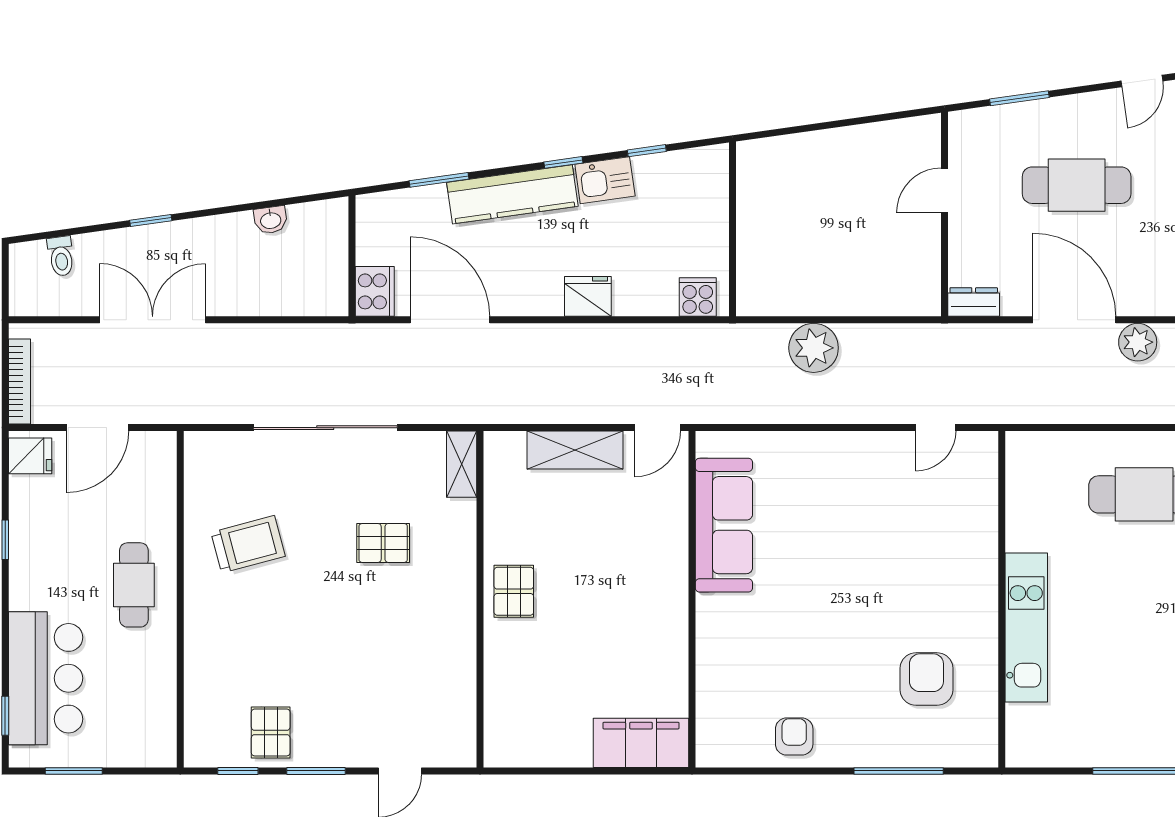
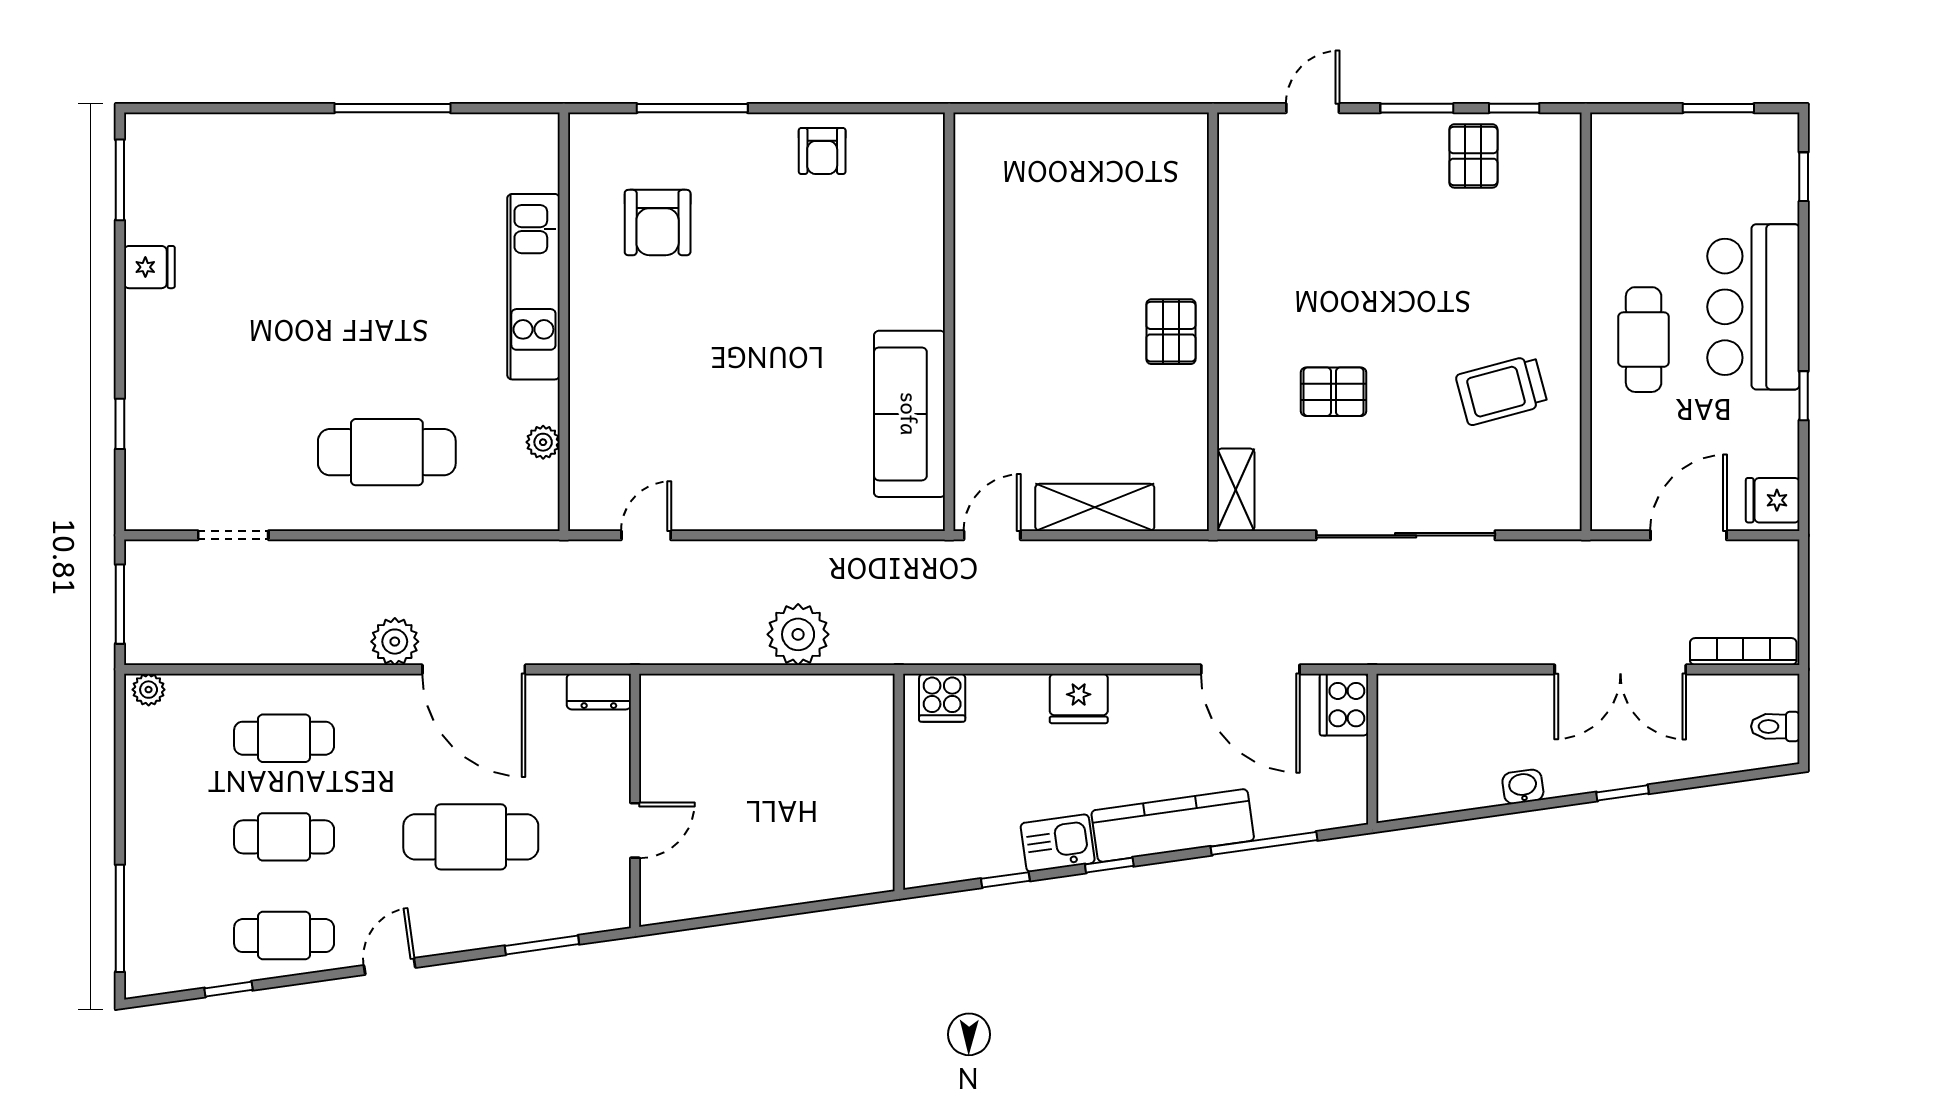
window: (439, 180) -> (1264, 843), width x1.44
washbasin: (271, 220) -> (1523, 787), moved
toilet: (61, 256) -> (1775, 726), moved, turned -82
bookcase: (20, 382) -> (1743, 652), moved, turned 90
plant: (1019, 502) -> (543, 442), added
bar counter: (46, 678) -> (1753, 307), moved
filing cabinet: (641, 743) -> (1013, 143), removed

